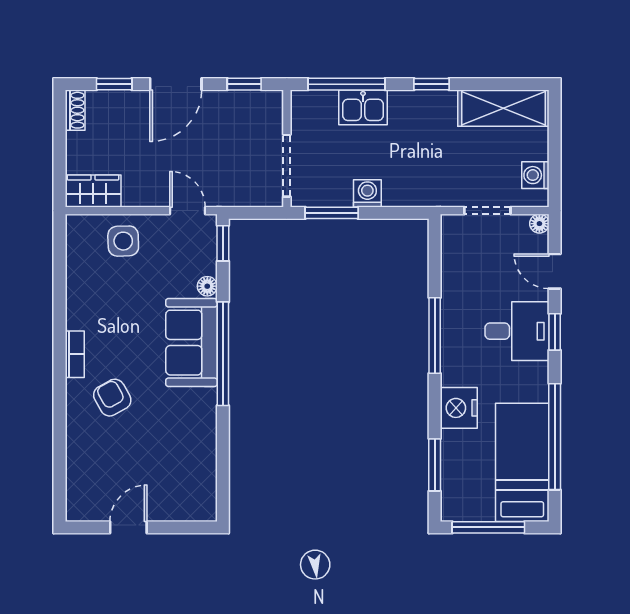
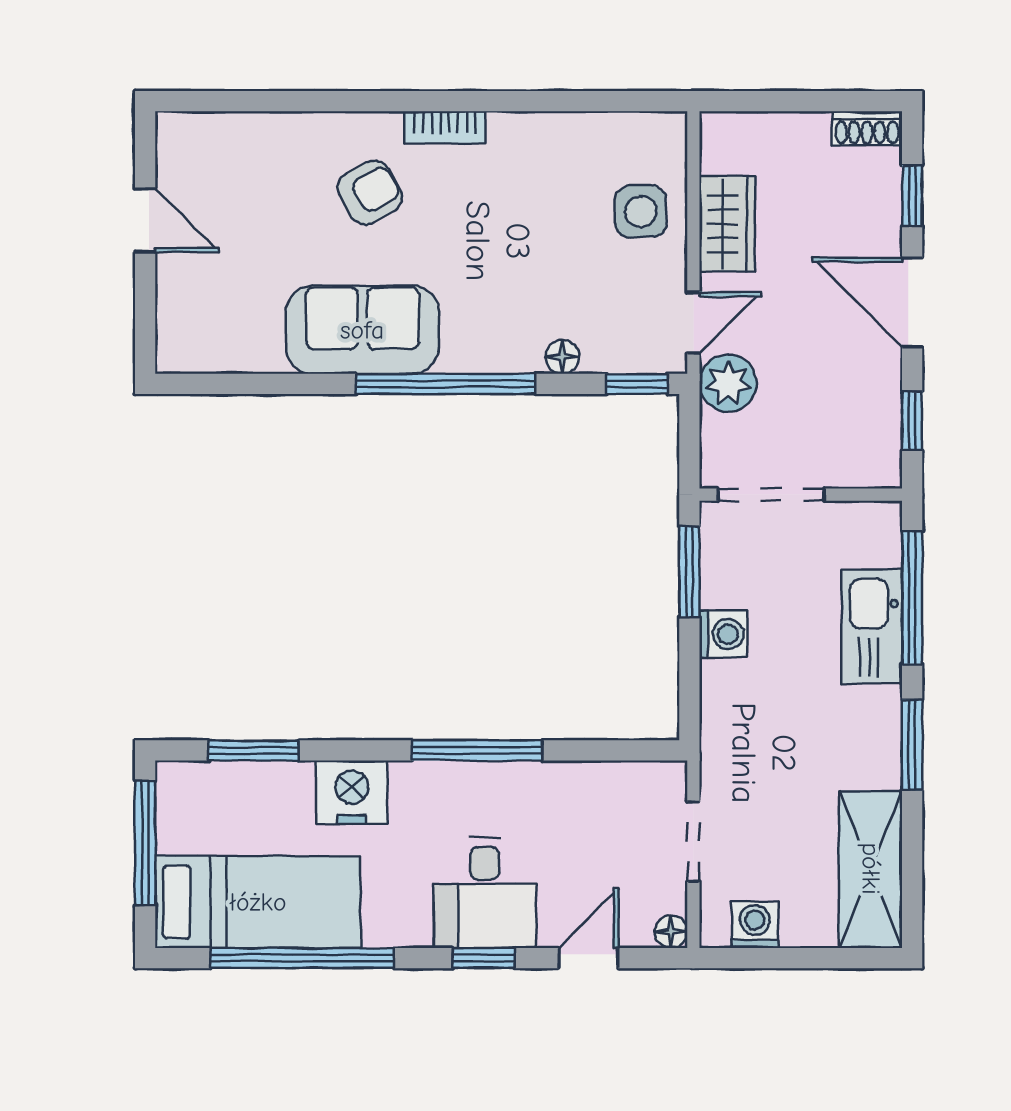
window: (432, 84) -> (912, 745), width x1.50
kitchen sink: (363, 107) -> (872, 626), width x1.38
wardrobe: (93, 191) -> (727, 224), moved
plant: (222, 191) -> (728, 383), added
sofa: (192, 343) -> (362, 330), moved

